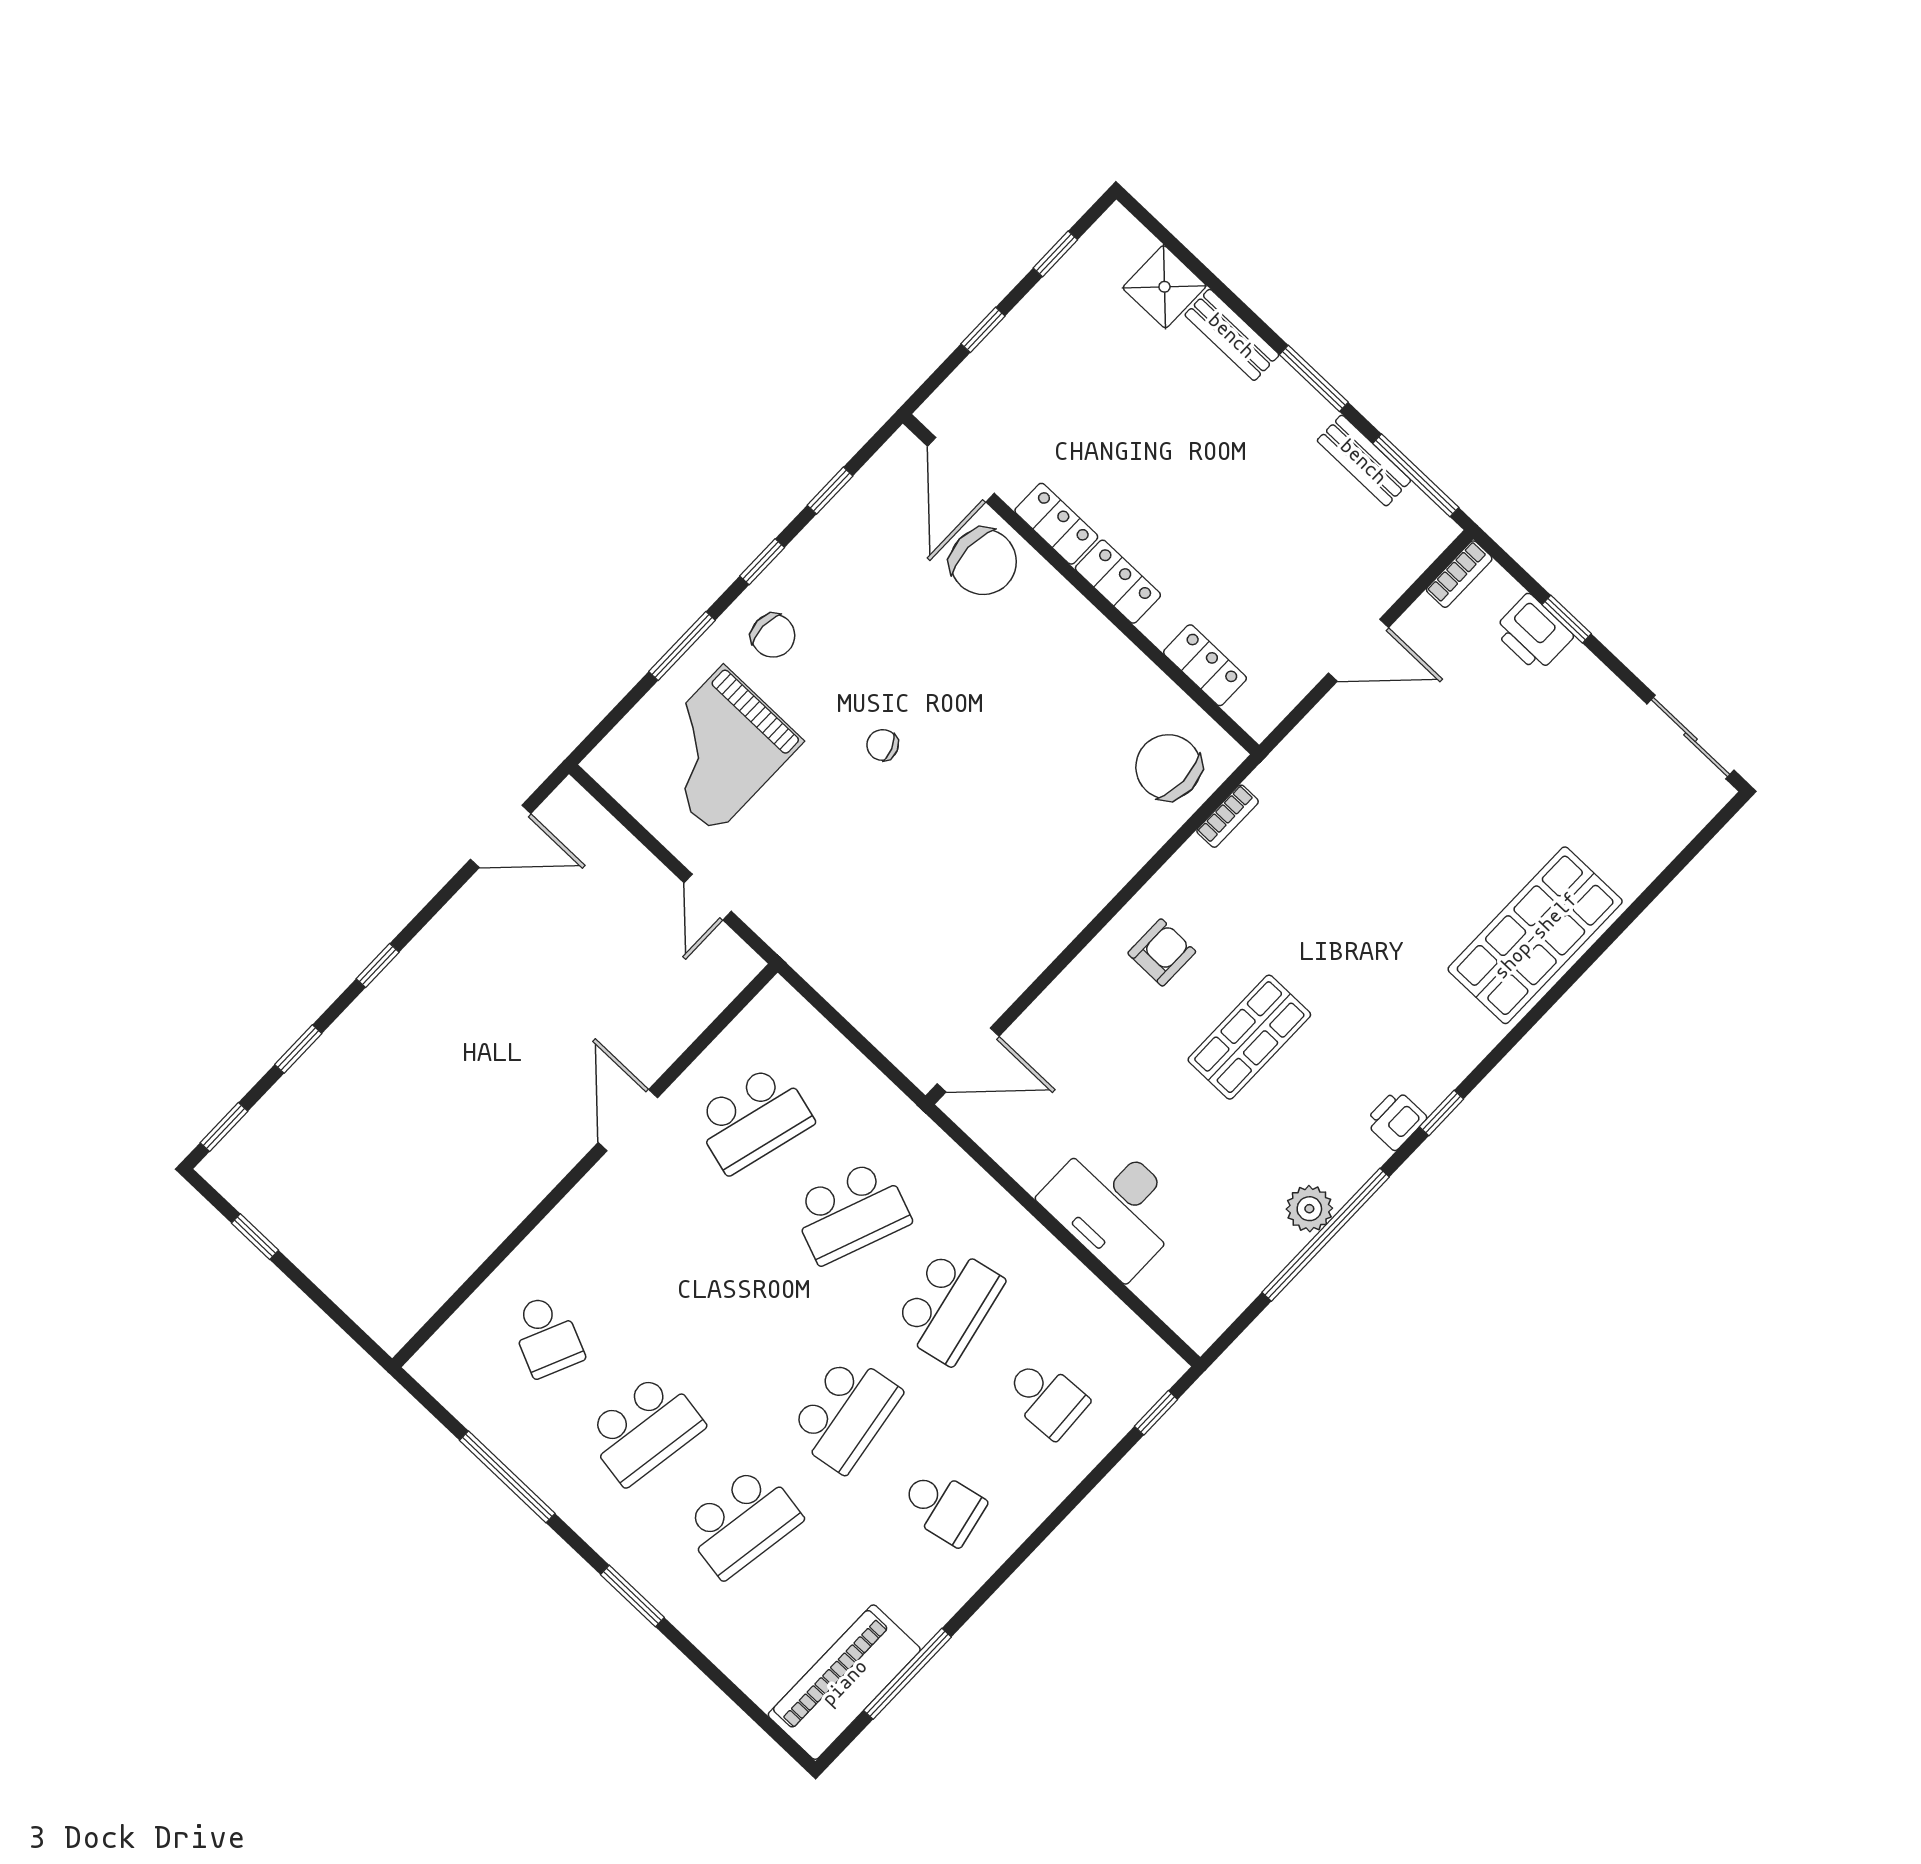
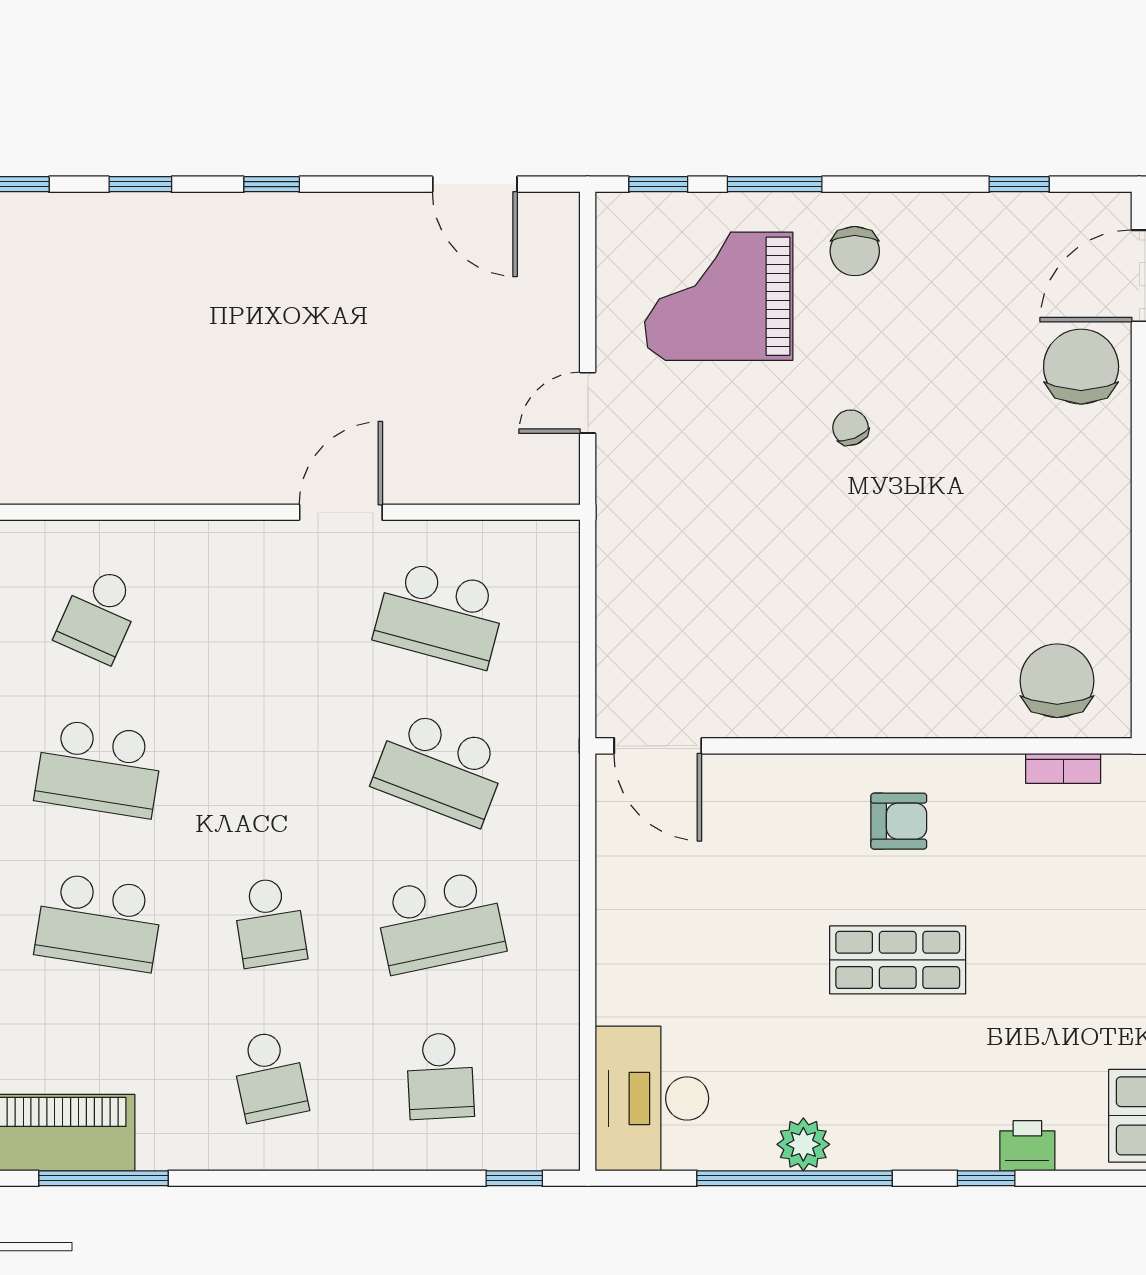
window: (762, 562) -> (658, 184), moved
chair: (983, 562) -> (1081, 367), turned 180
printer: (1396, 1120) -> (1027, 1146), moved
desk: (1114, 1206) -> (652, 1098), moved
school desk: (845, 1413) -> (270, 922), width x0.54

